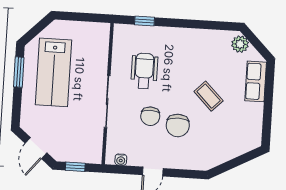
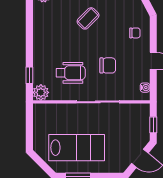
plant: (123, 33) -> (41, 92), added
wheelchair: (144, 71) -> (71, 73), turned 180
chair: (178, 125) -> (135, 33), moved, width x0.54, depth x0.54

